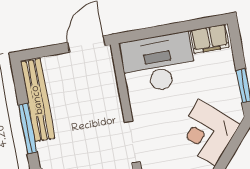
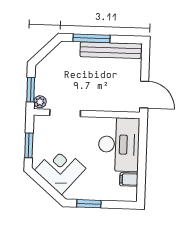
filing cabinet: (210, 39) -> (129, 179), width x0.50

